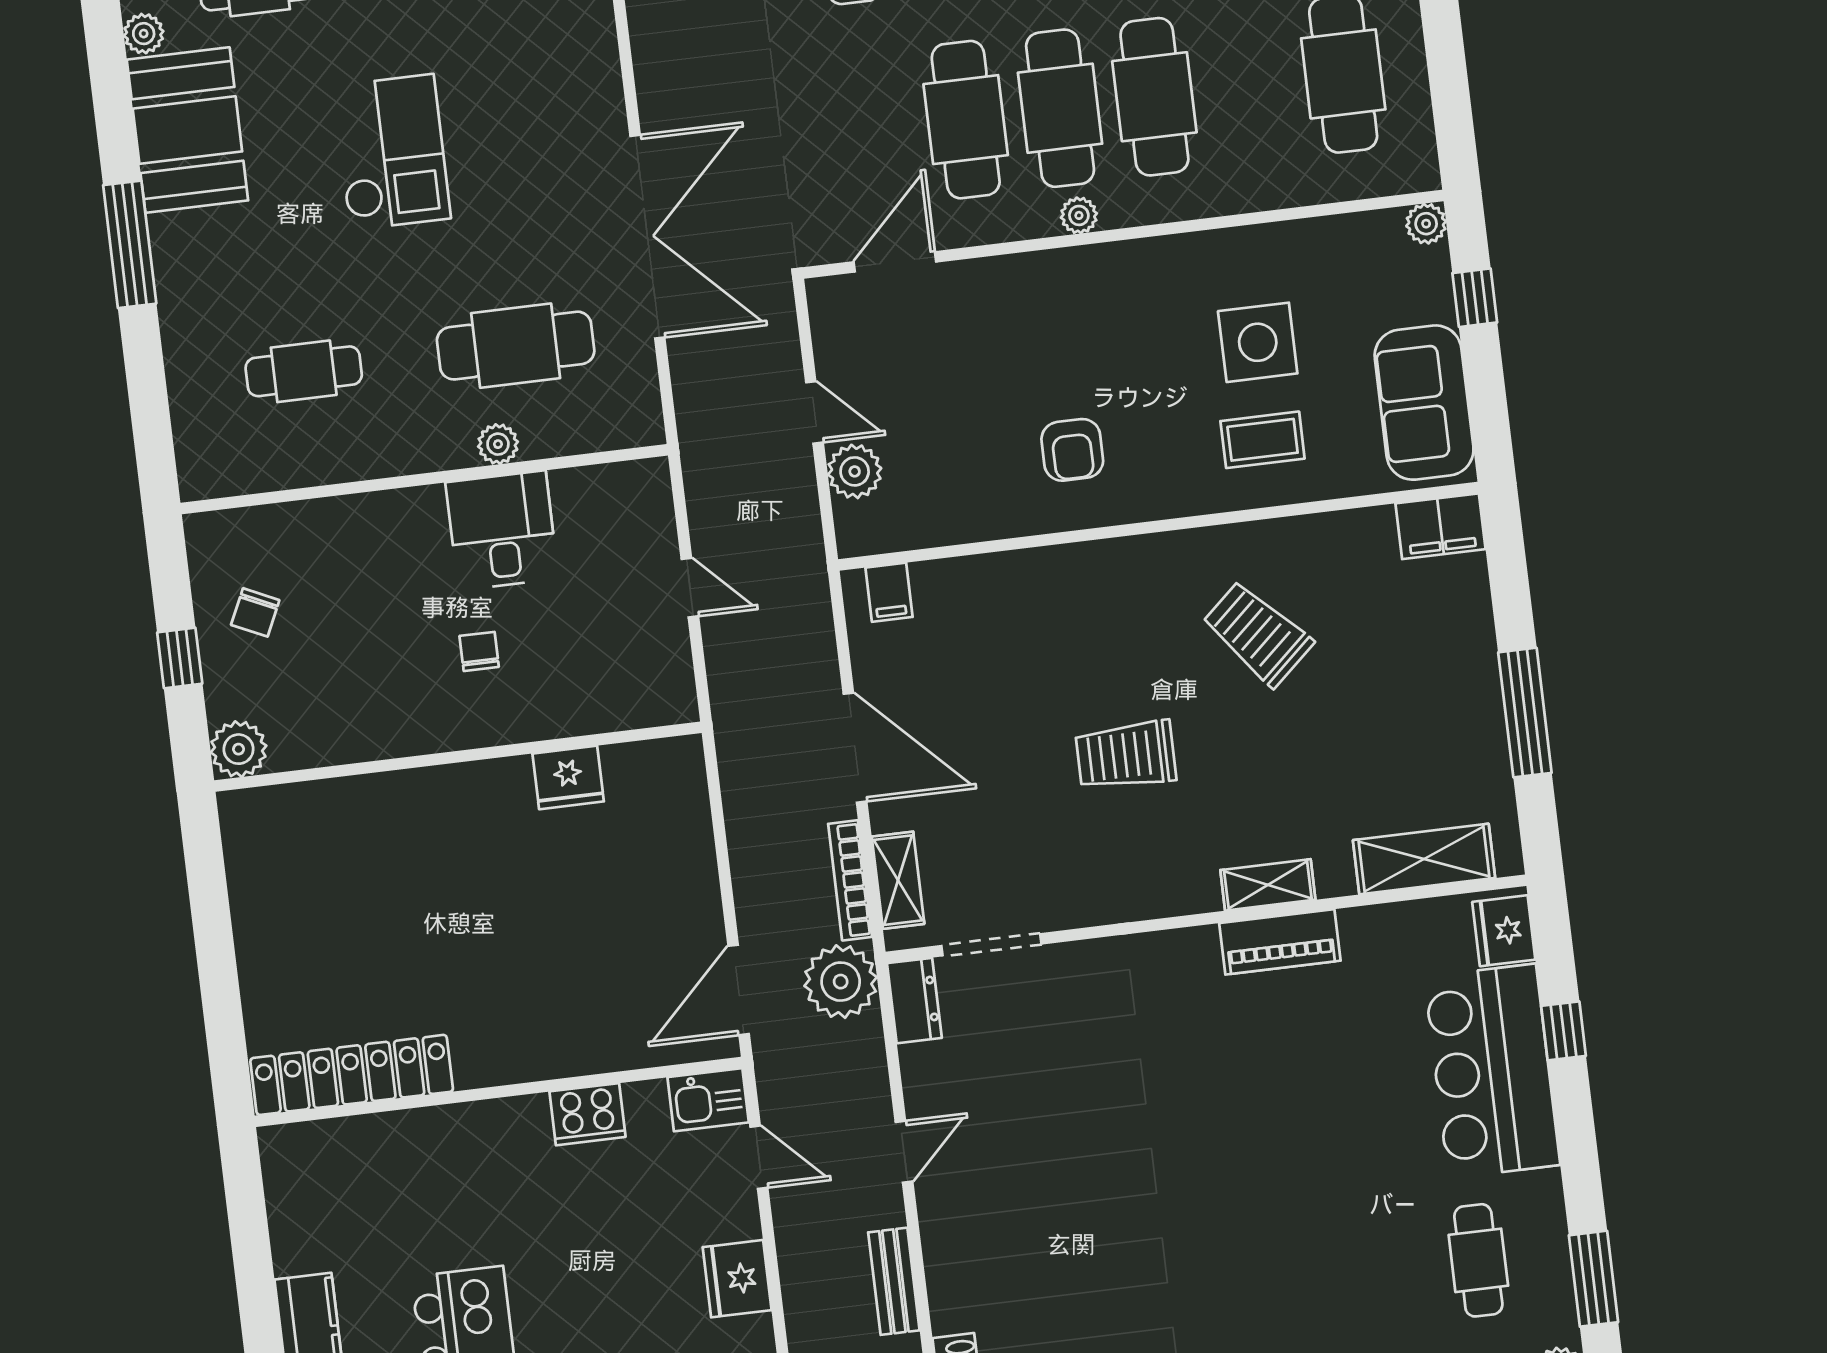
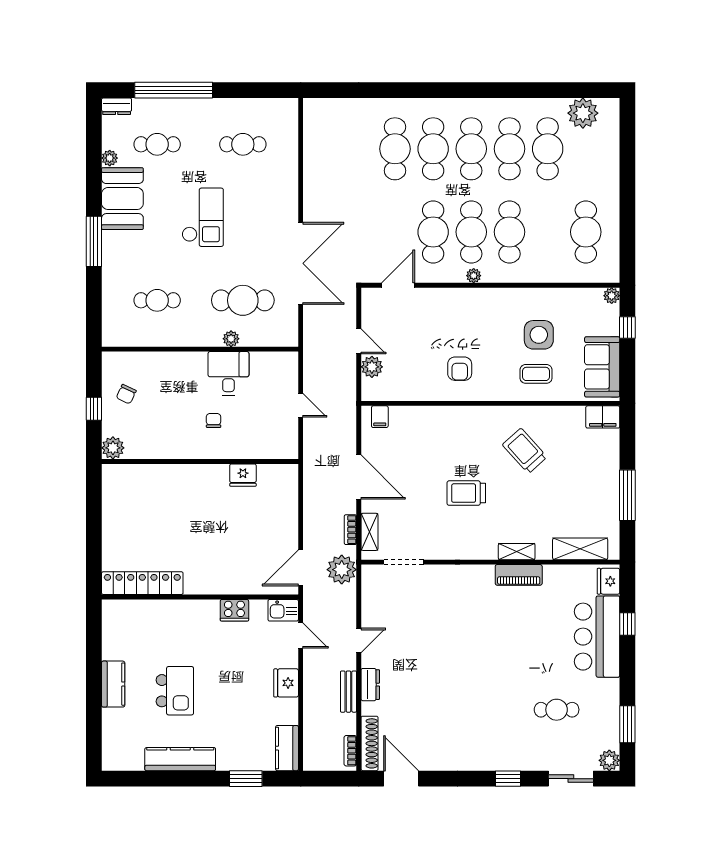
bookcase: (850, 880) -> (350, 530), width x0.64
dresser: (914, 1001) -> (370, 685), moved
cafe table: (1478, 1260) -> (557, 710), moved, turned 90

